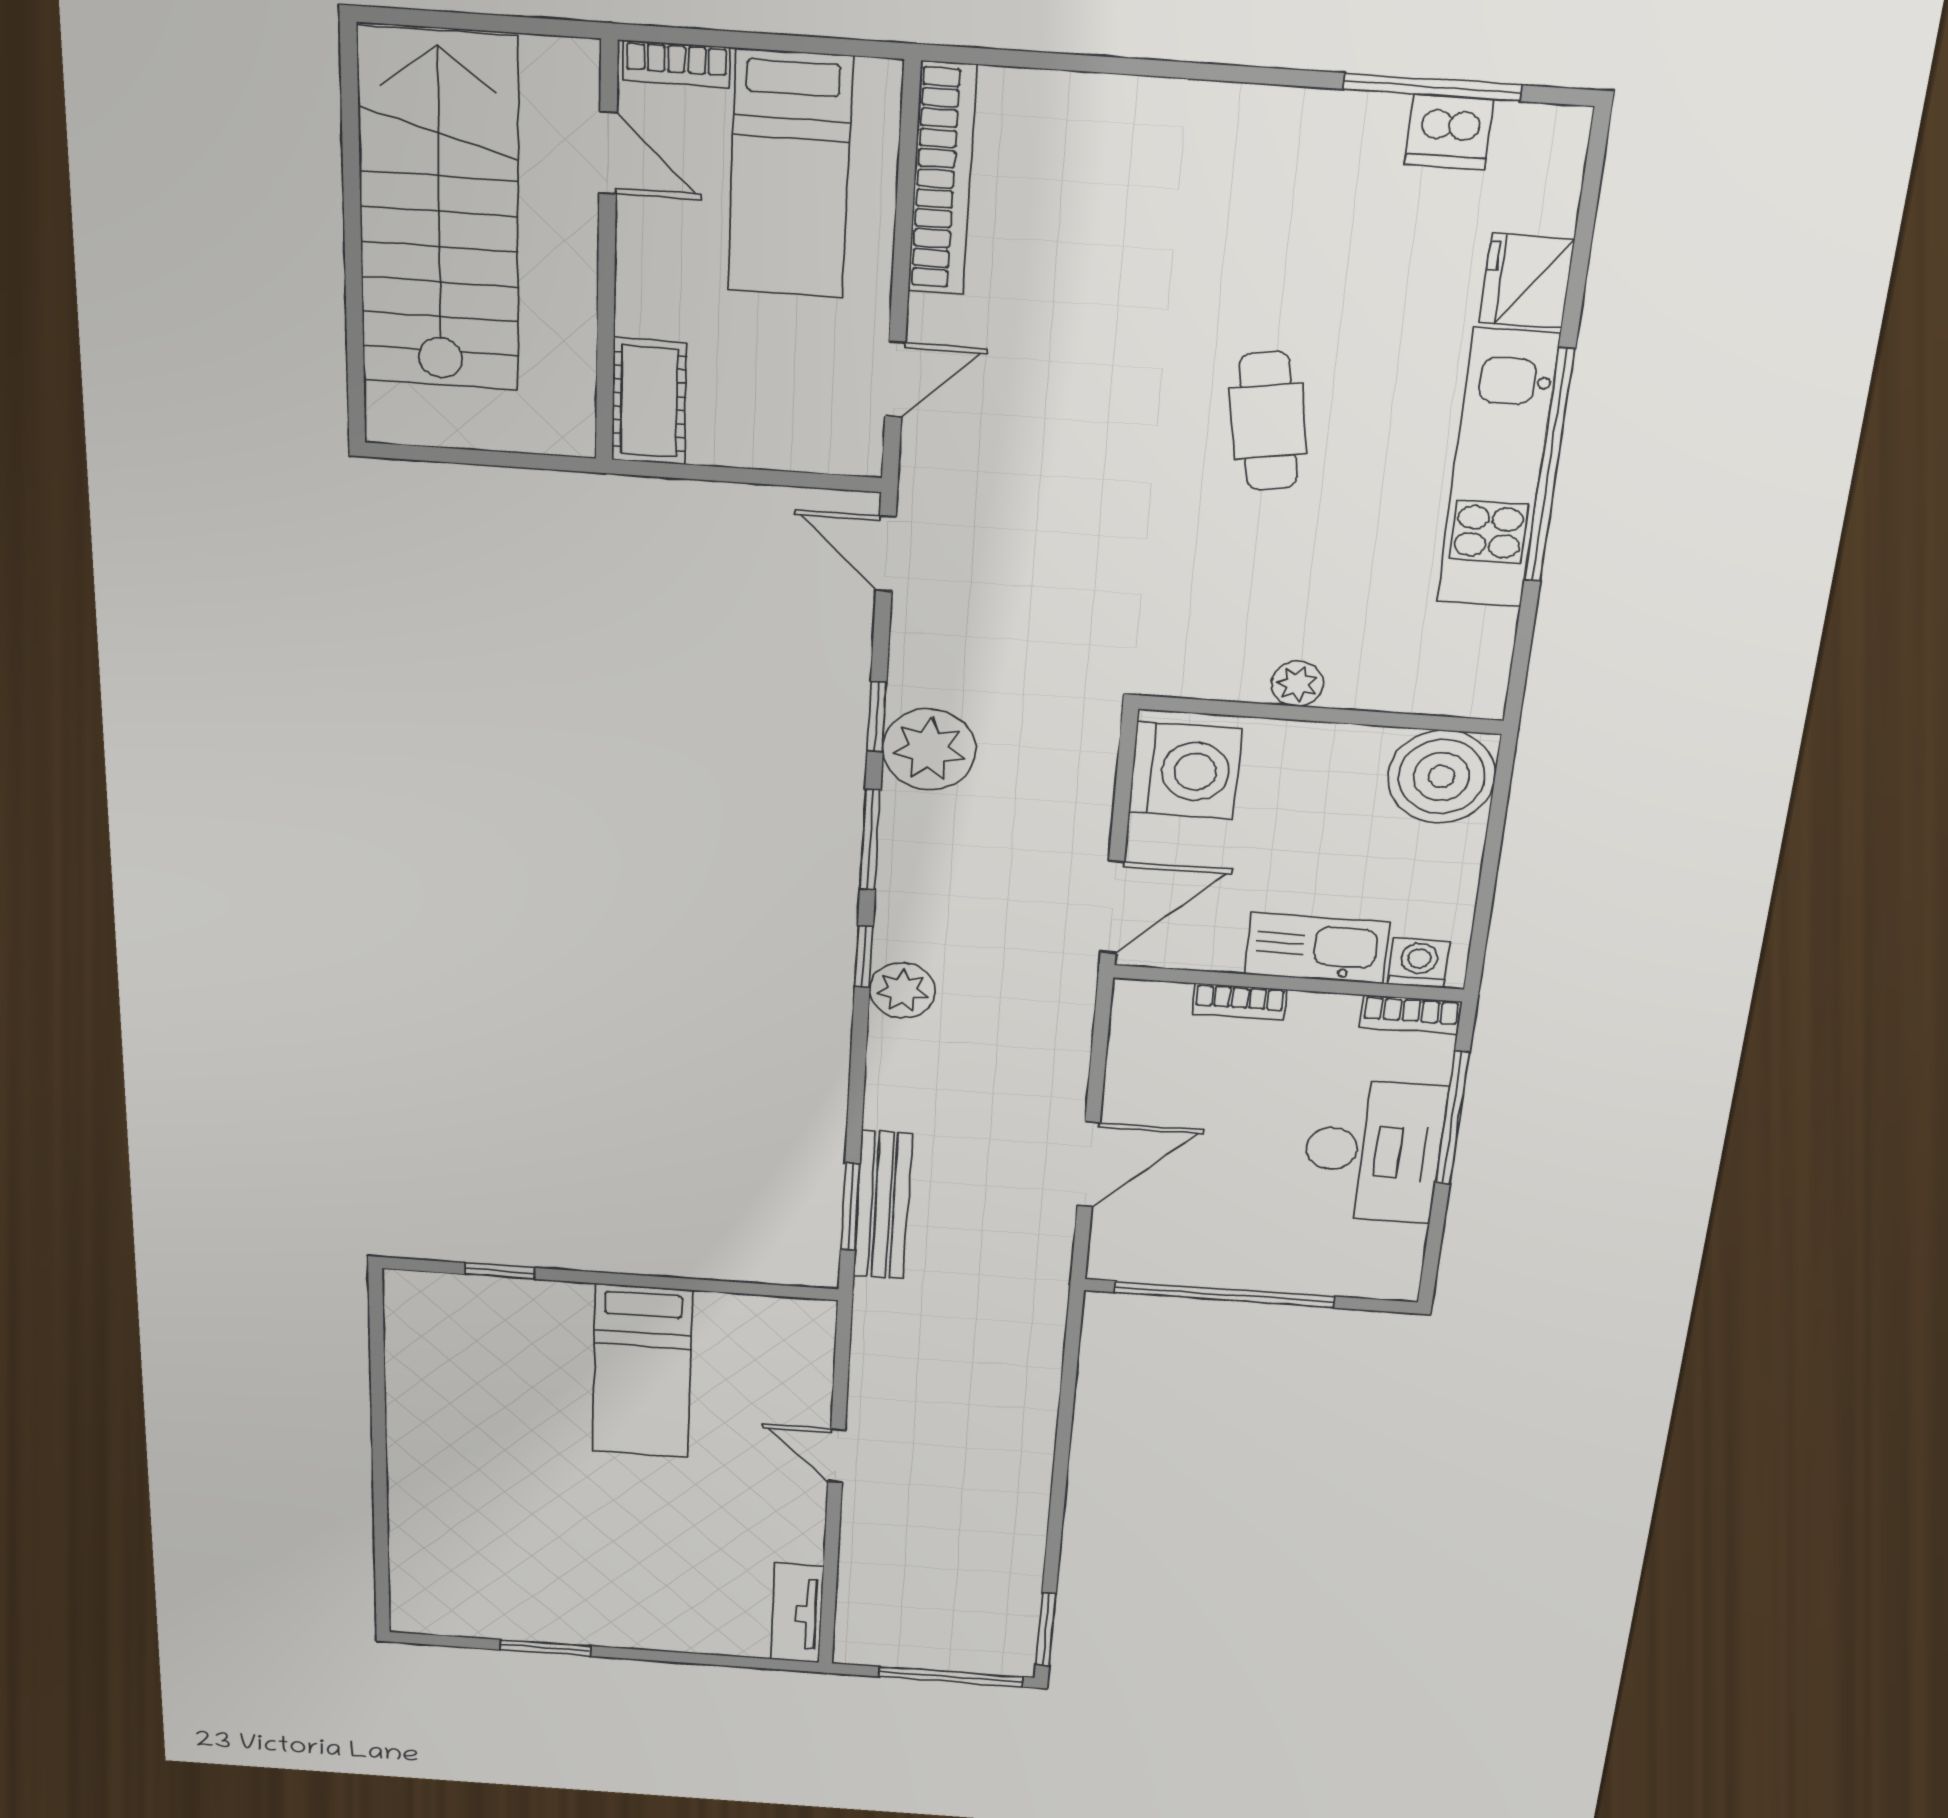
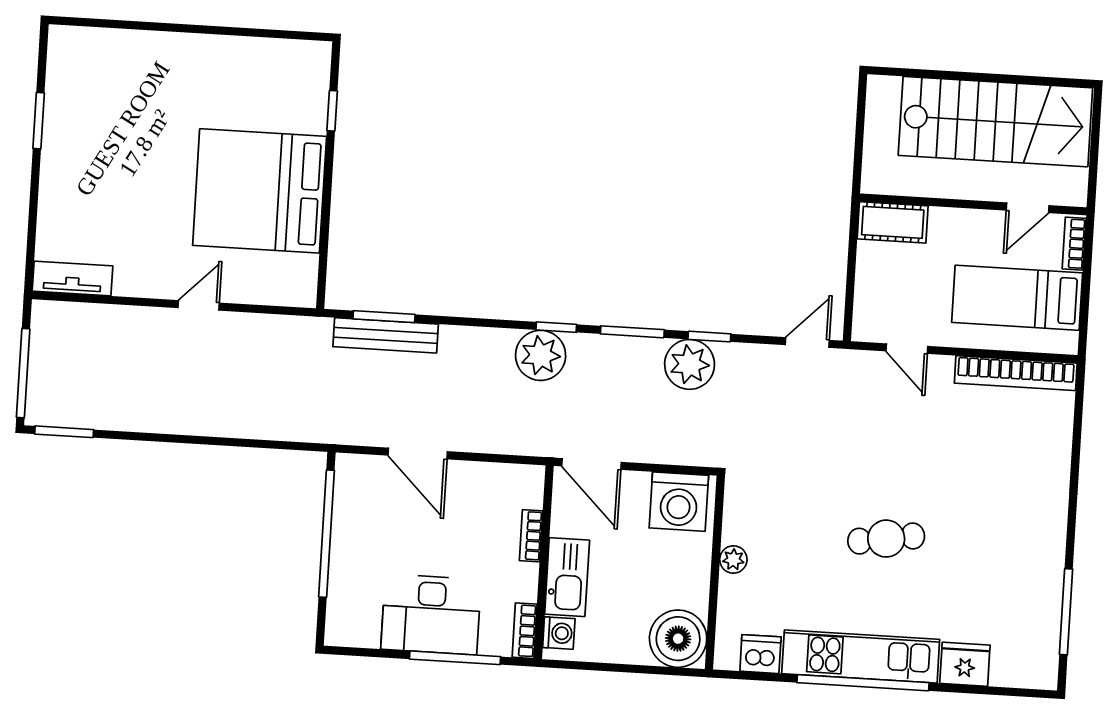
dishwasher: (1449, 132) -> (760, 654), moved, turned 90
plant: (902, 990) -> (541, 355), width x1.36, depth x1.36
bed: (642, 1372) -> (260, 191), width x2.04

